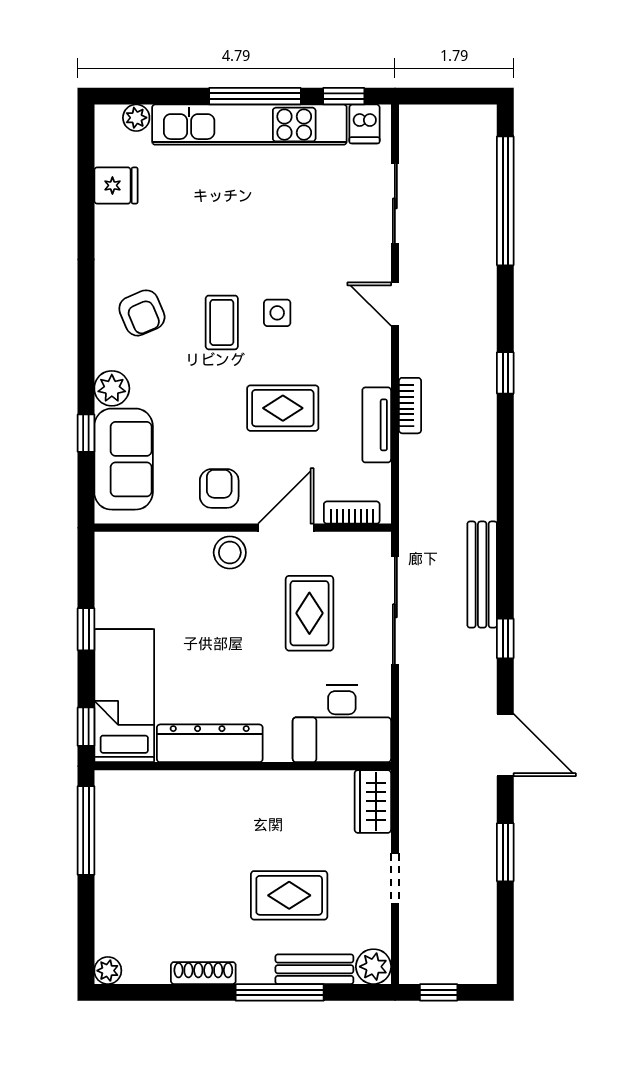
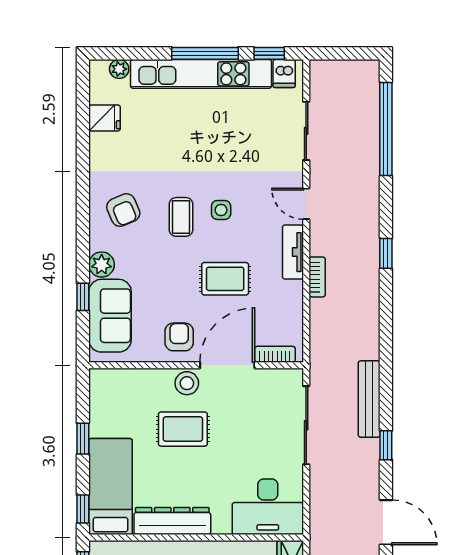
tv unit: (377, 425) -> (293, 252), moved
door: (286, 528) -> (227, 365), width x1.36
rug: (309, 613) -> (183, 429), moved, turned 90

